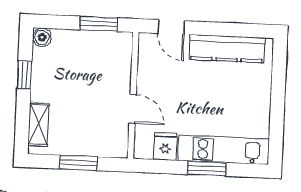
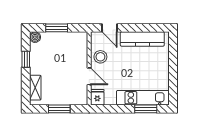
window: (99, 24) -> (57, 28), moved
stool: (153, 76) -> (100, 57), added
fridge: (165, 146) -> (97, 97), moved
window: (207, 169) -> (146, 109), moved

